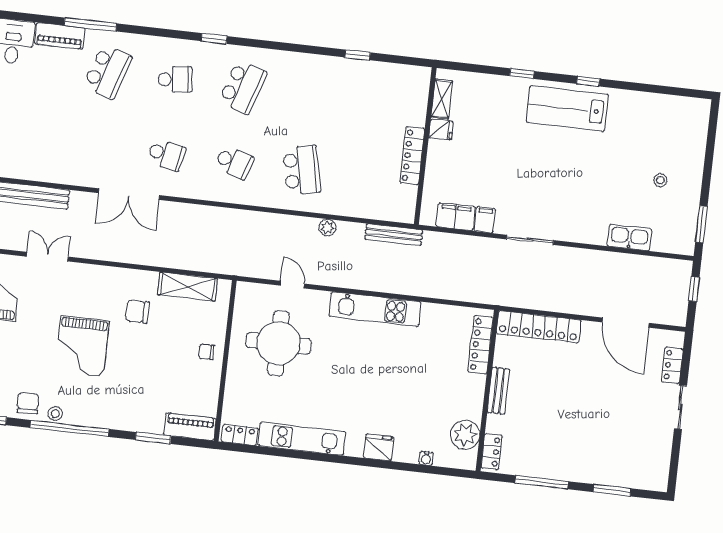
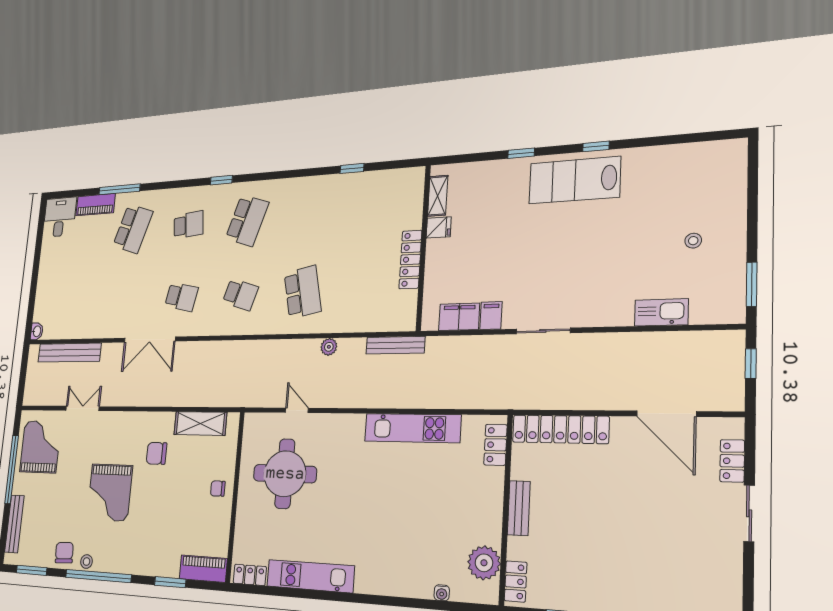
kitchen unit: (375, 309) -> (412, 428), moved
locker: (481, 345) -> (495, 445), width x0.66
fridge: (379, 447) -> (390, 582), removed

